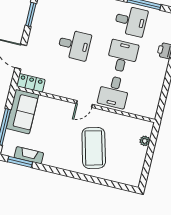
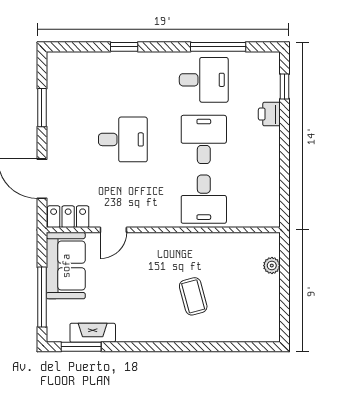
door: (84, 104) -> (113, 230), moved
coffee table: (94, 148) -> (193, 296), width x0.54, depth x0.58

